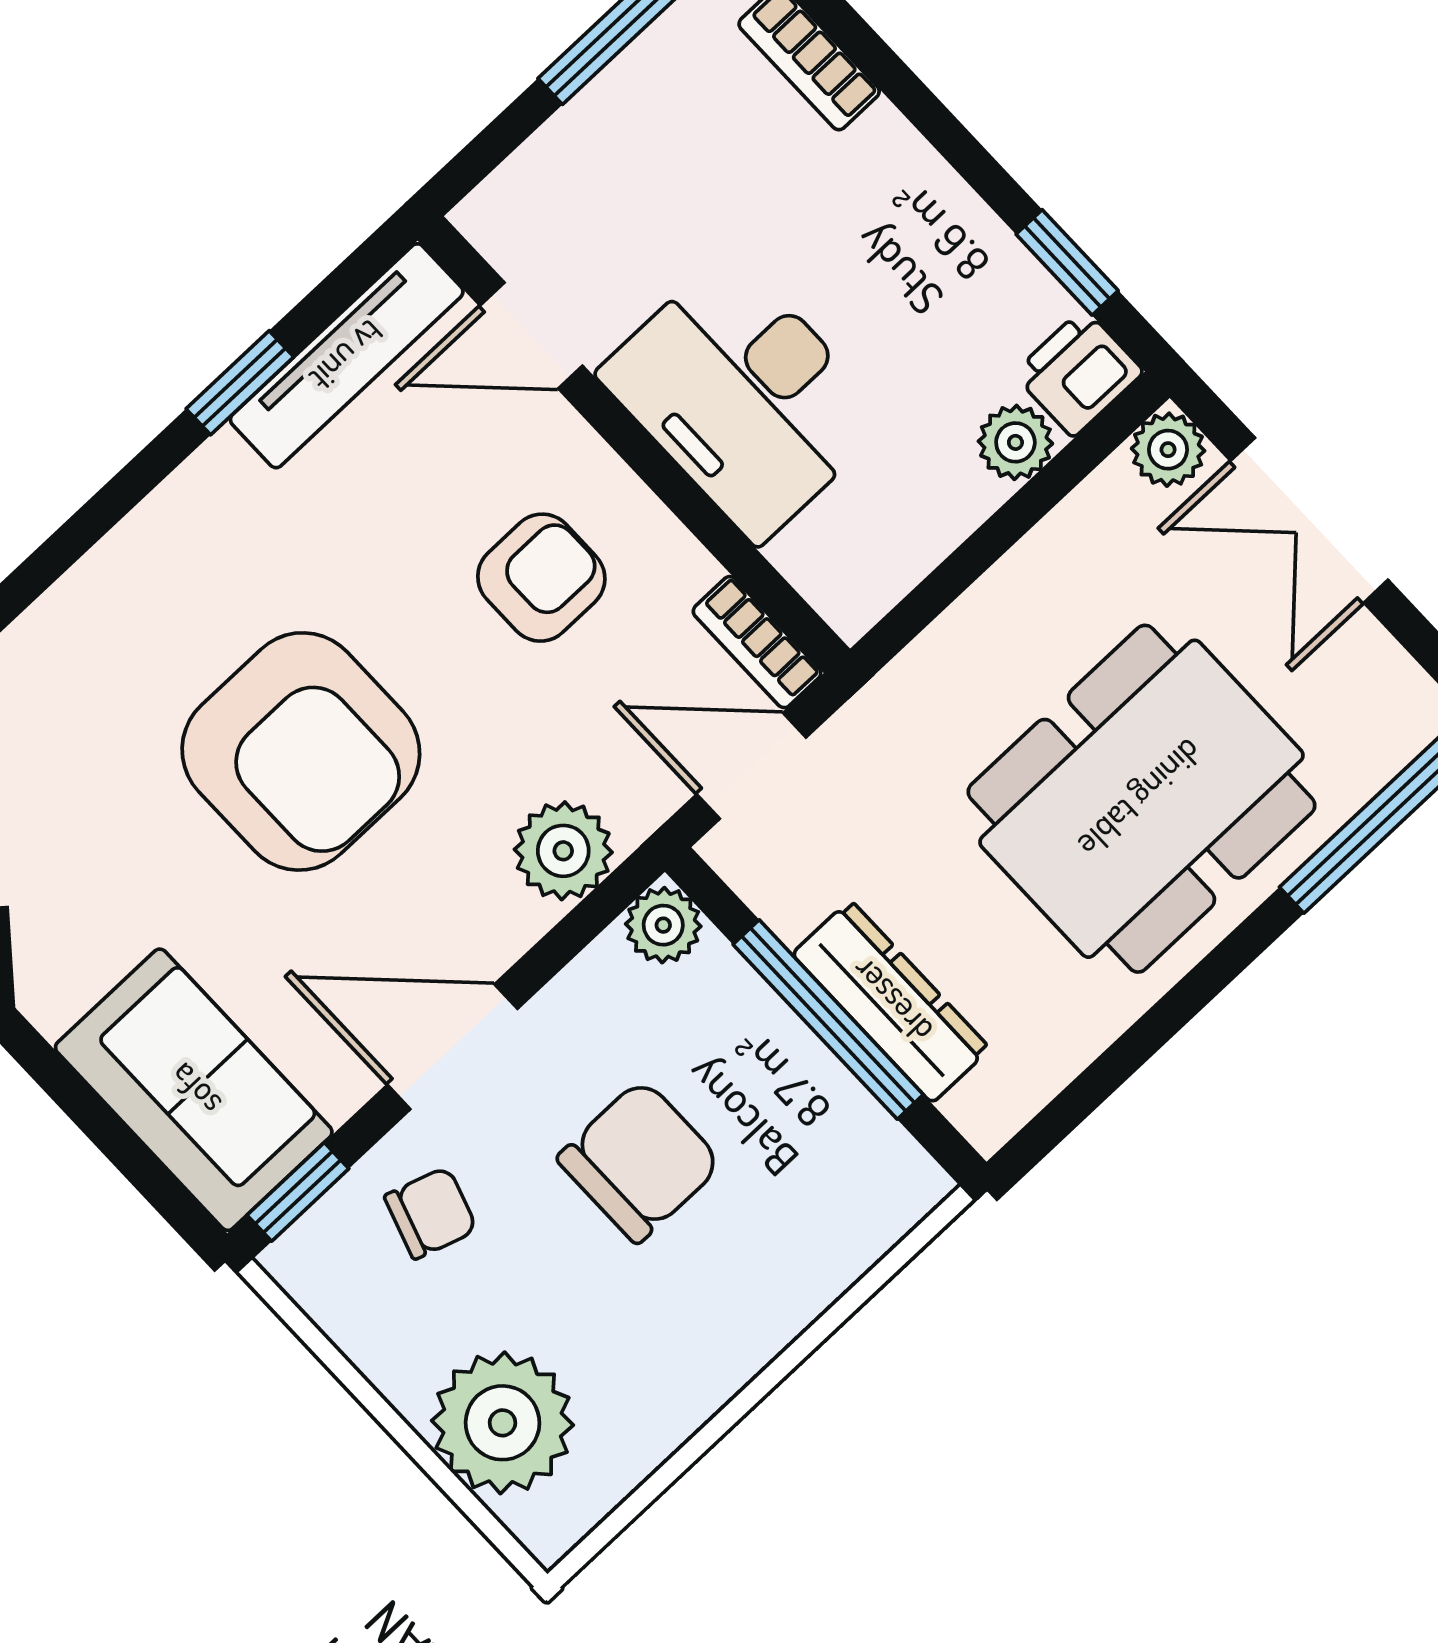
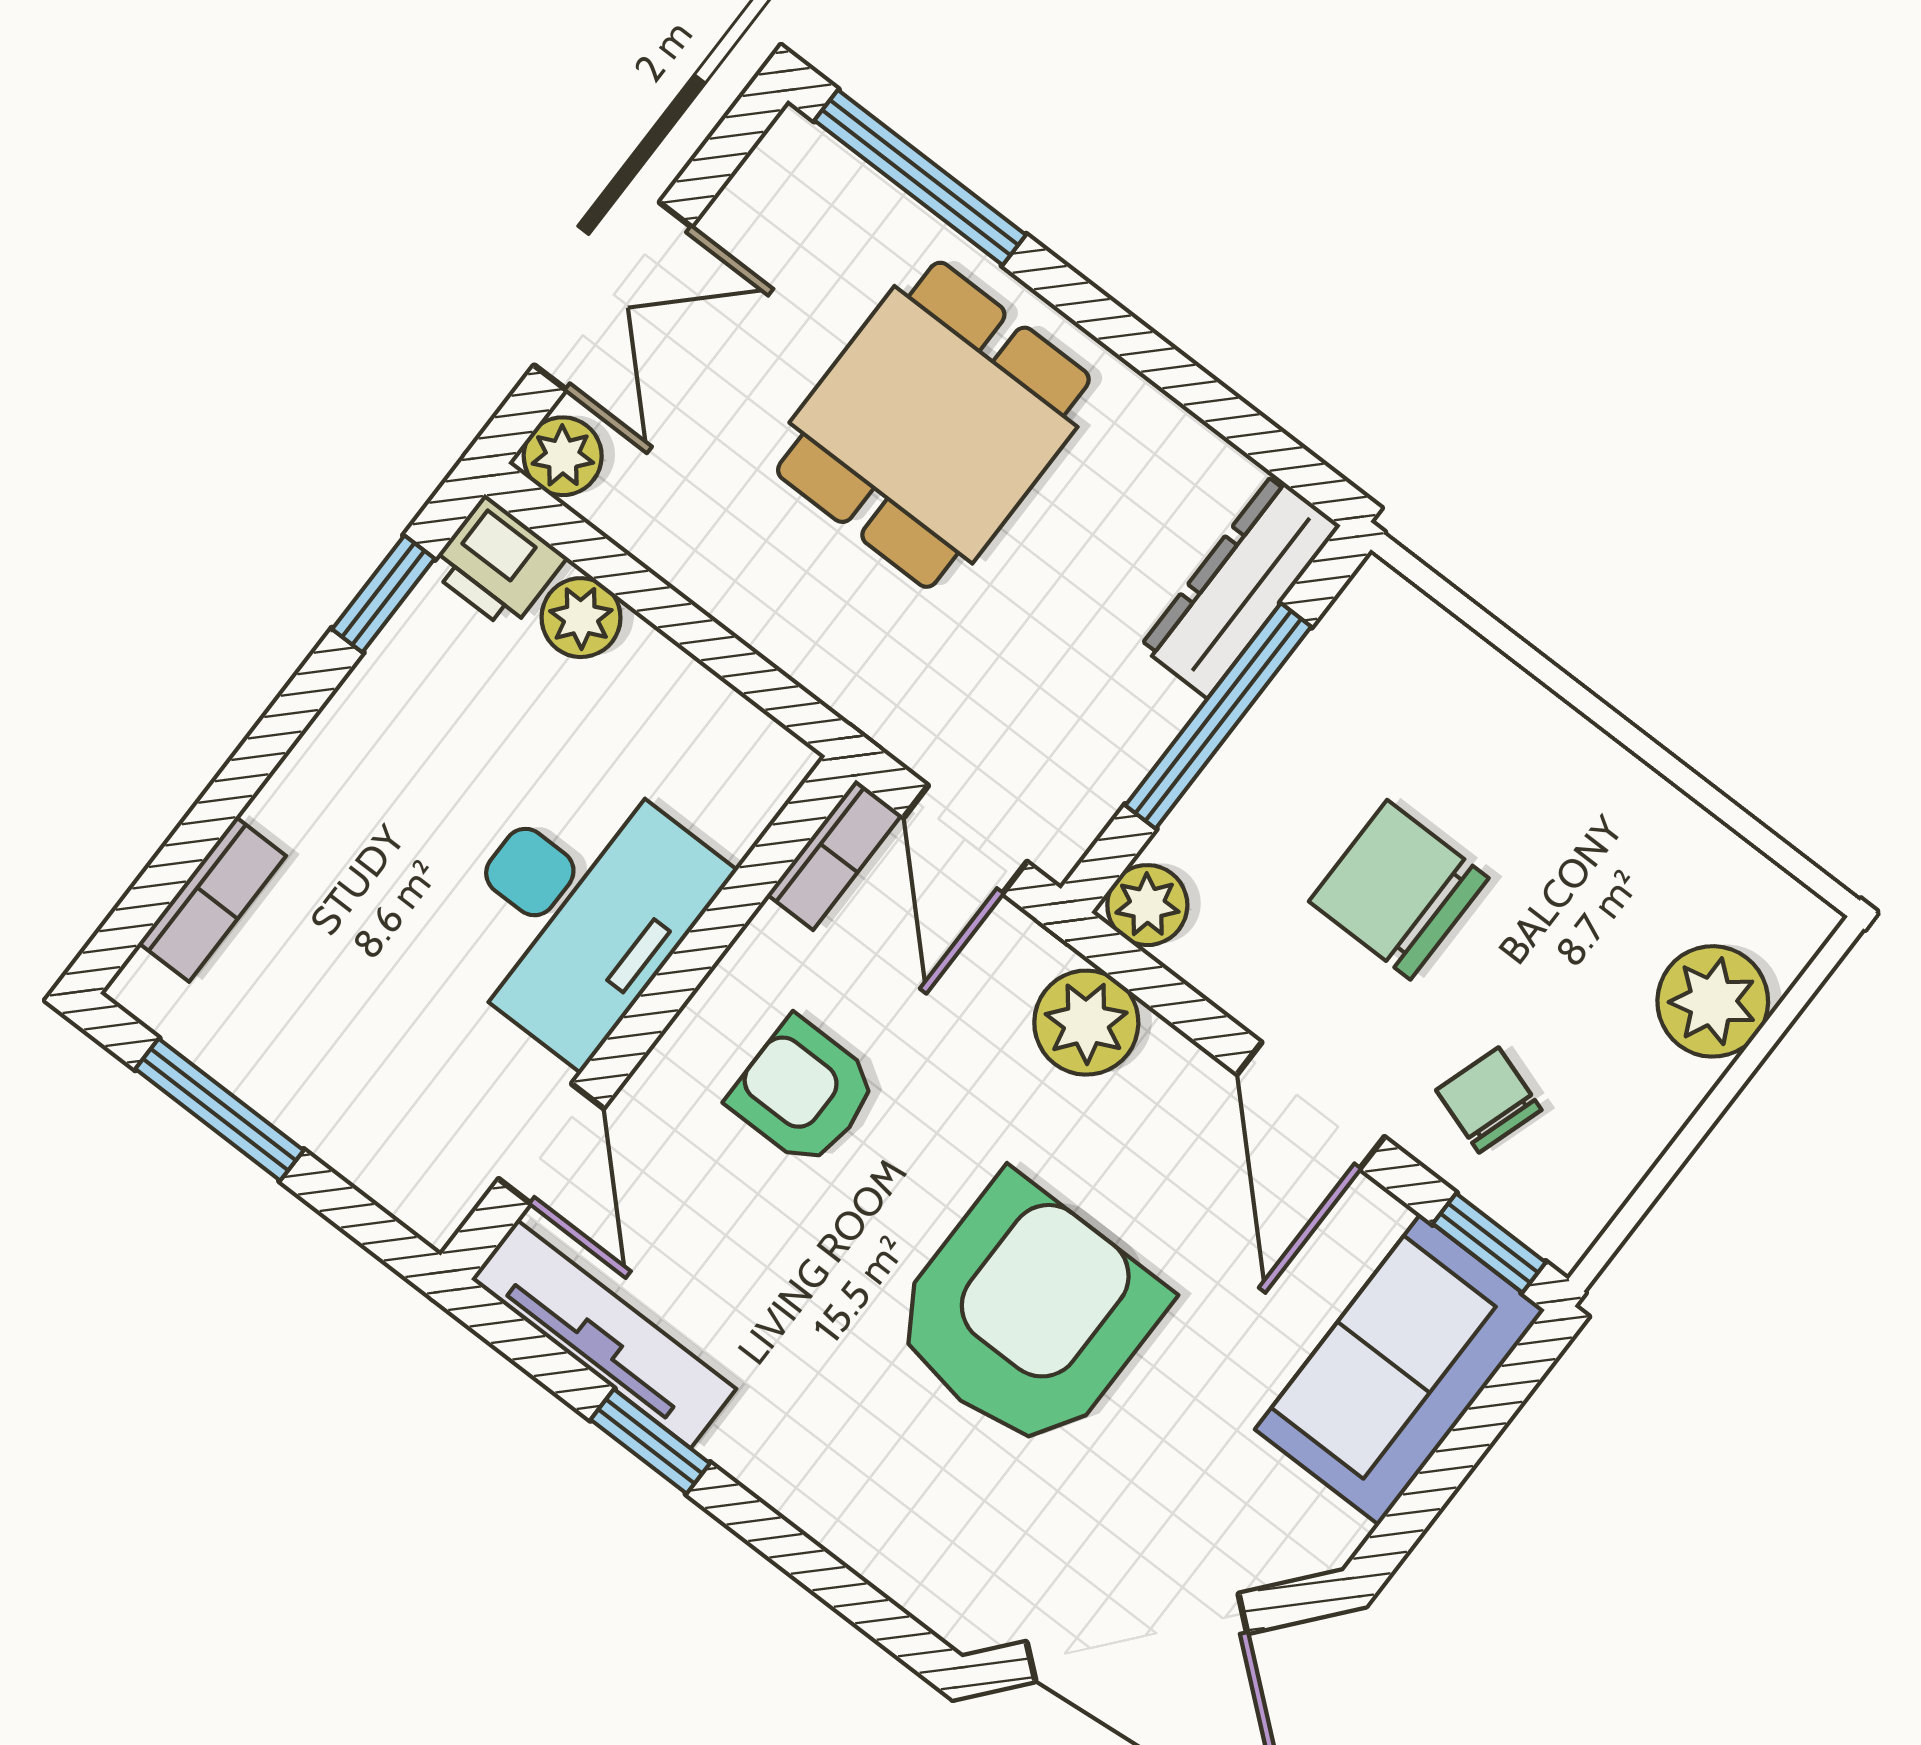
dining table: (1141, 799) -> (933, 425), width x0.73
dresser: (891, 1001) -> (1240, 586), moved
plant: (503, 1423) -> (1713, 1001), width x0.73, depth x0.73

